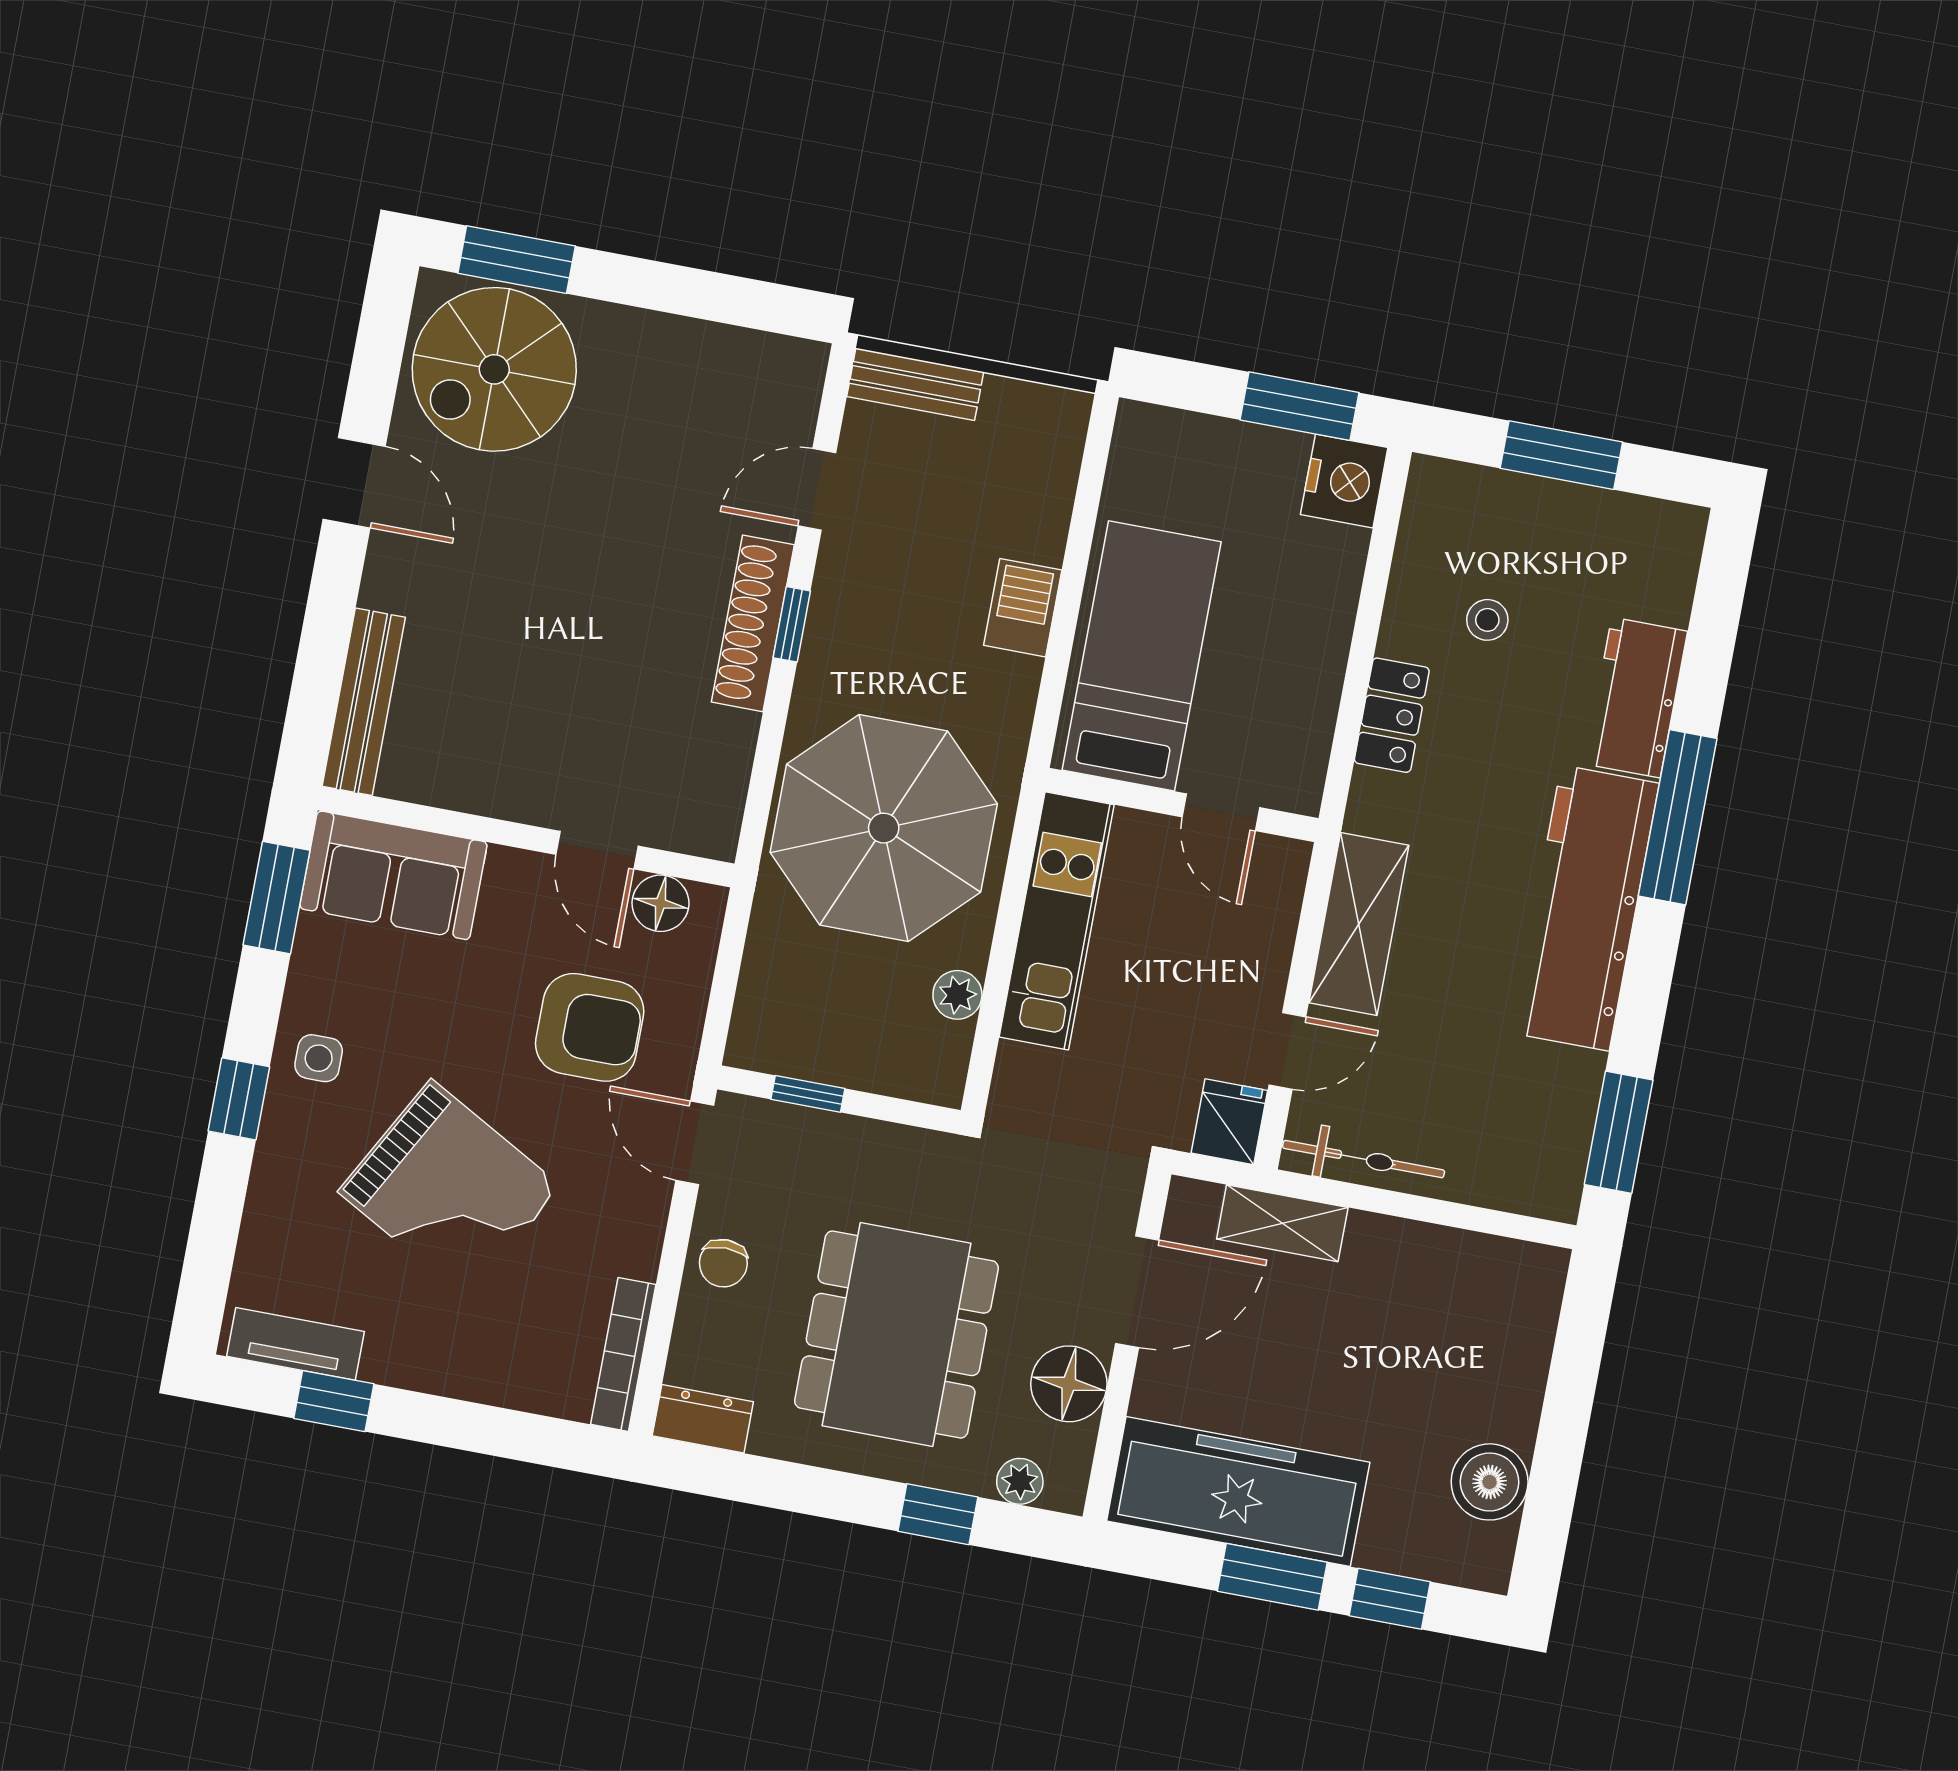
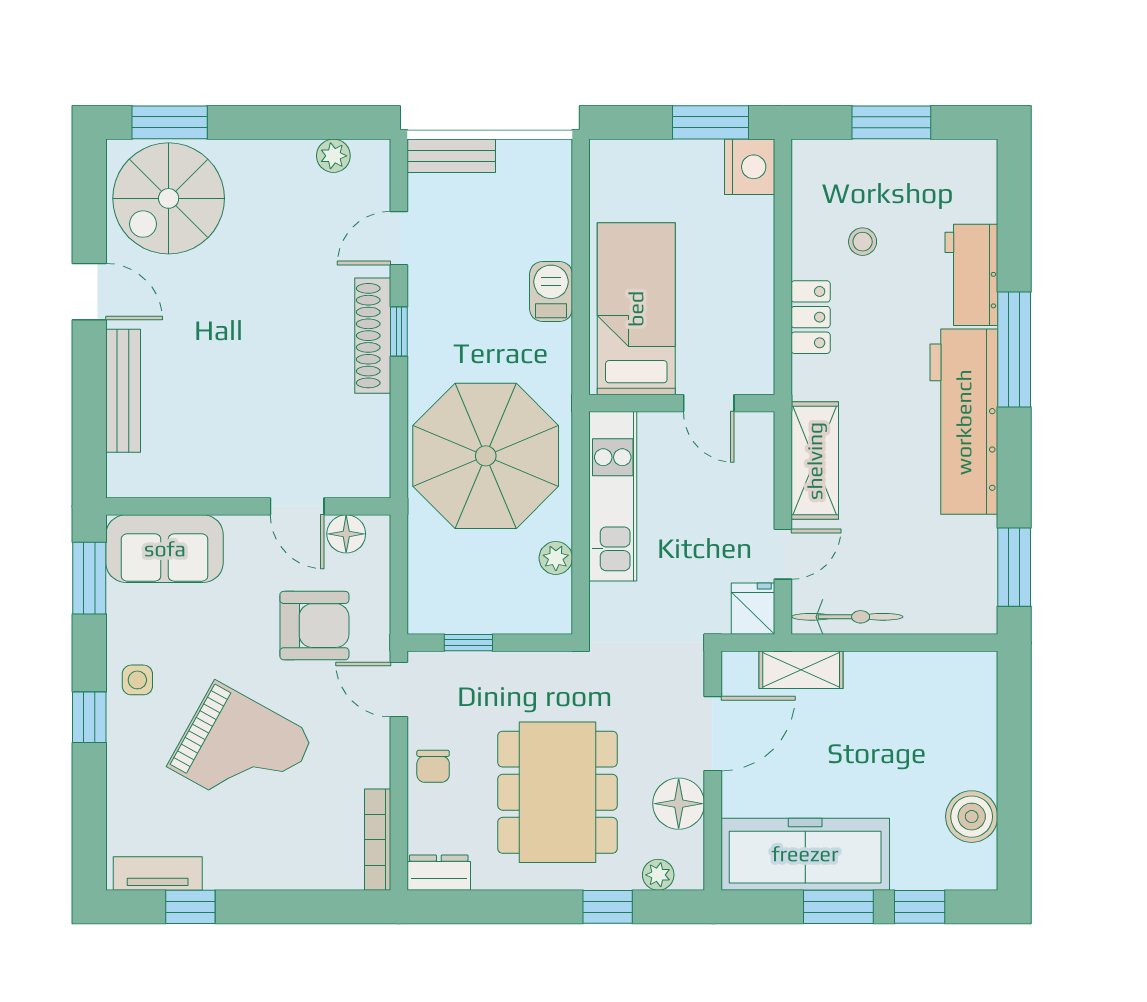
plant: (744, 352) -> (333, 156), added
bench: (364, 702) -> (123, 391), moved

